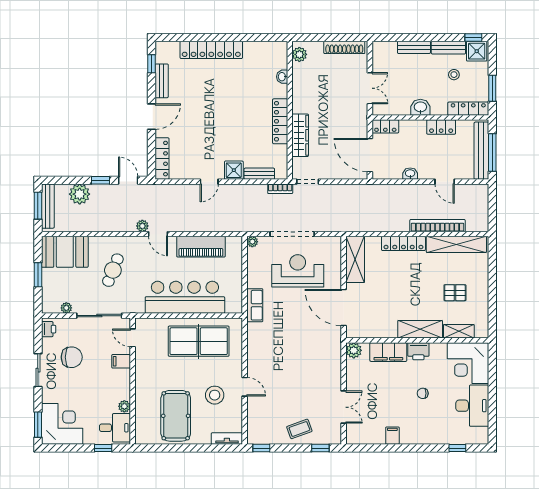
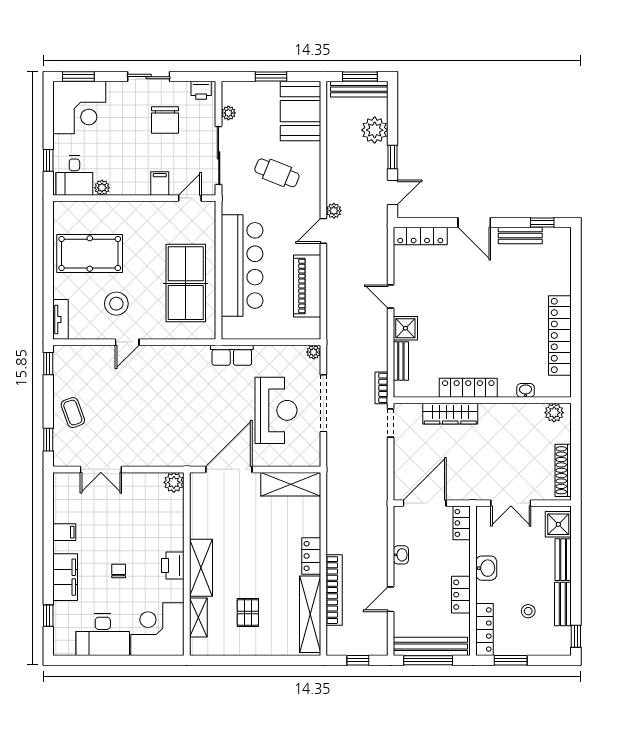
locker: (211, 50) -> (560, 335), moved
shower: (477, 51) -> (558, 524), moved
window: (492, 207) -> (358, 660), added
locker: (403, 243) -> (311, 556), width x0.66
filing cabinet: (388, 352) -> (65, 577), moved, turned 180

